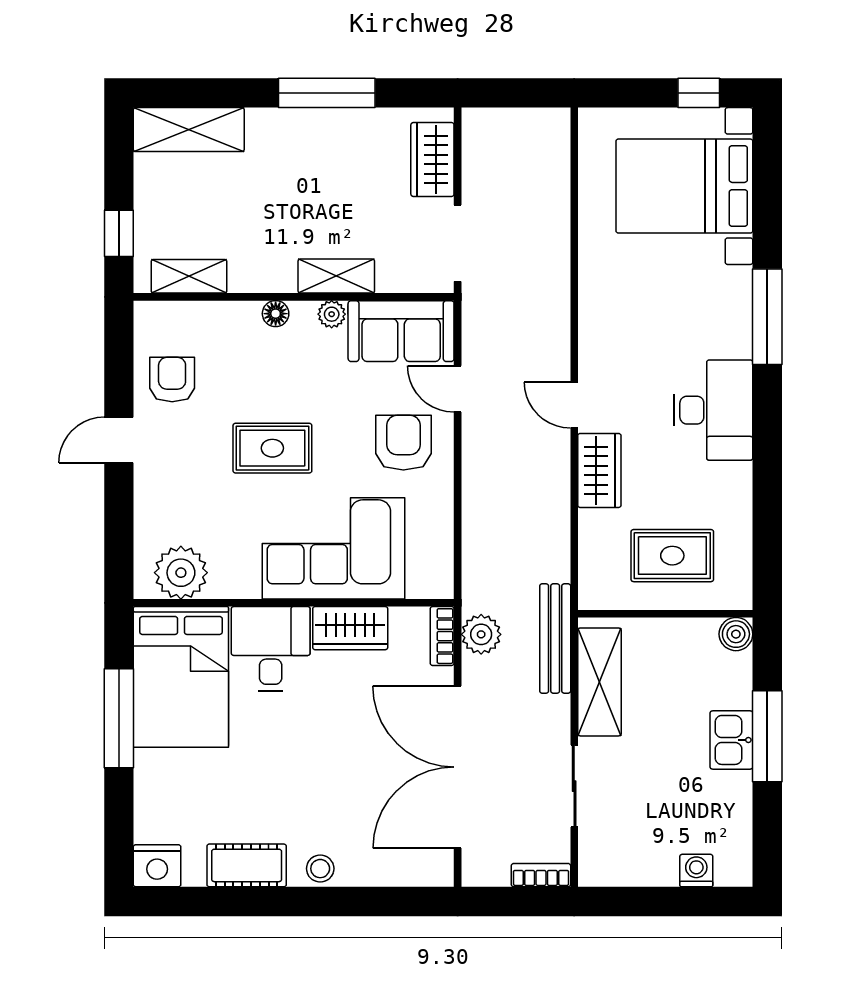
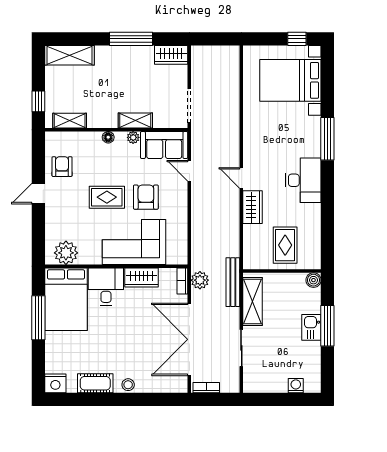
wardrobe: (432, 159) -> (171, 55), moved, turned -90
armchair: (403, 443) -> (146, 197), moved
rug: (672, 556) -> (285, 245), turned 90
bookcase: (541, 875) -> (206, 388), moved

